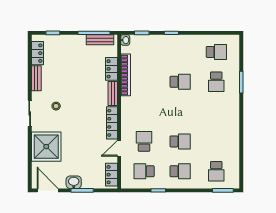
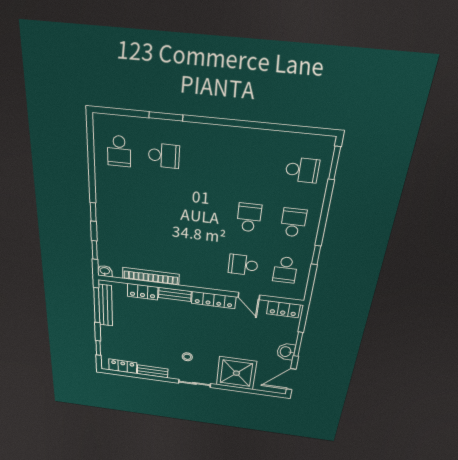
bench: (100, 40) -> (105, 305), width x1.36
school desk: (216, 52) -> (119, 151), turned 180
school desk: (180, 82) -> (162, 208), removed

